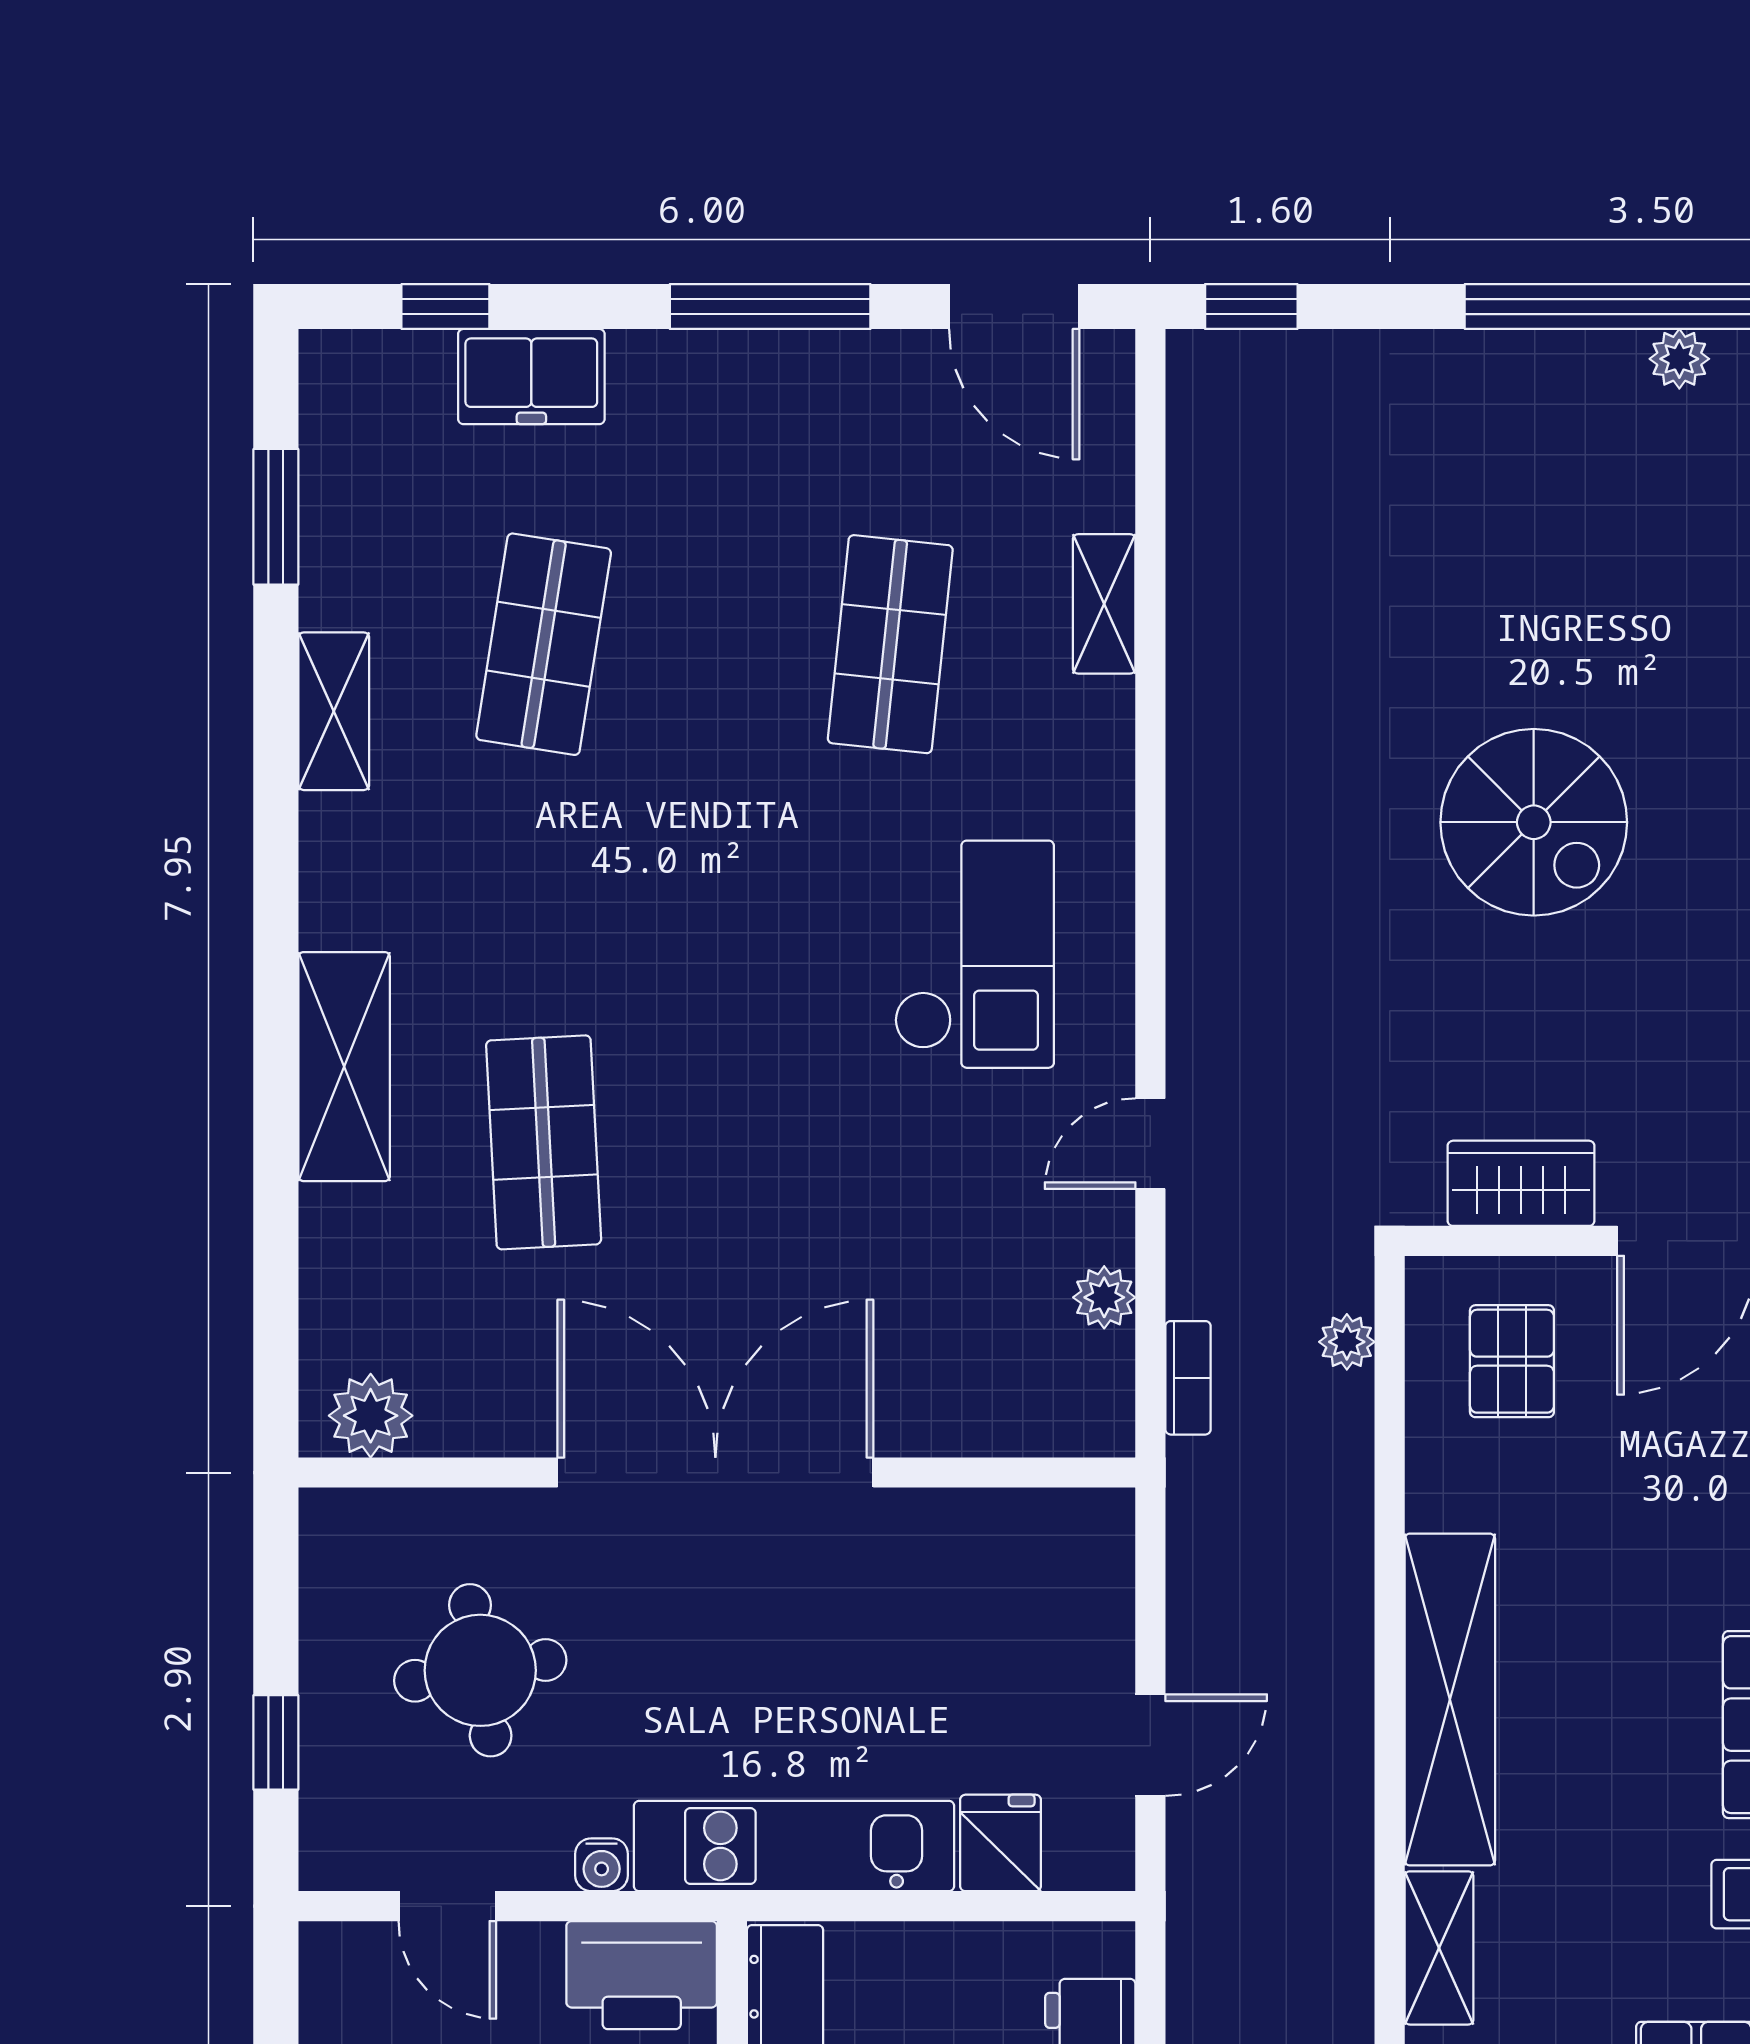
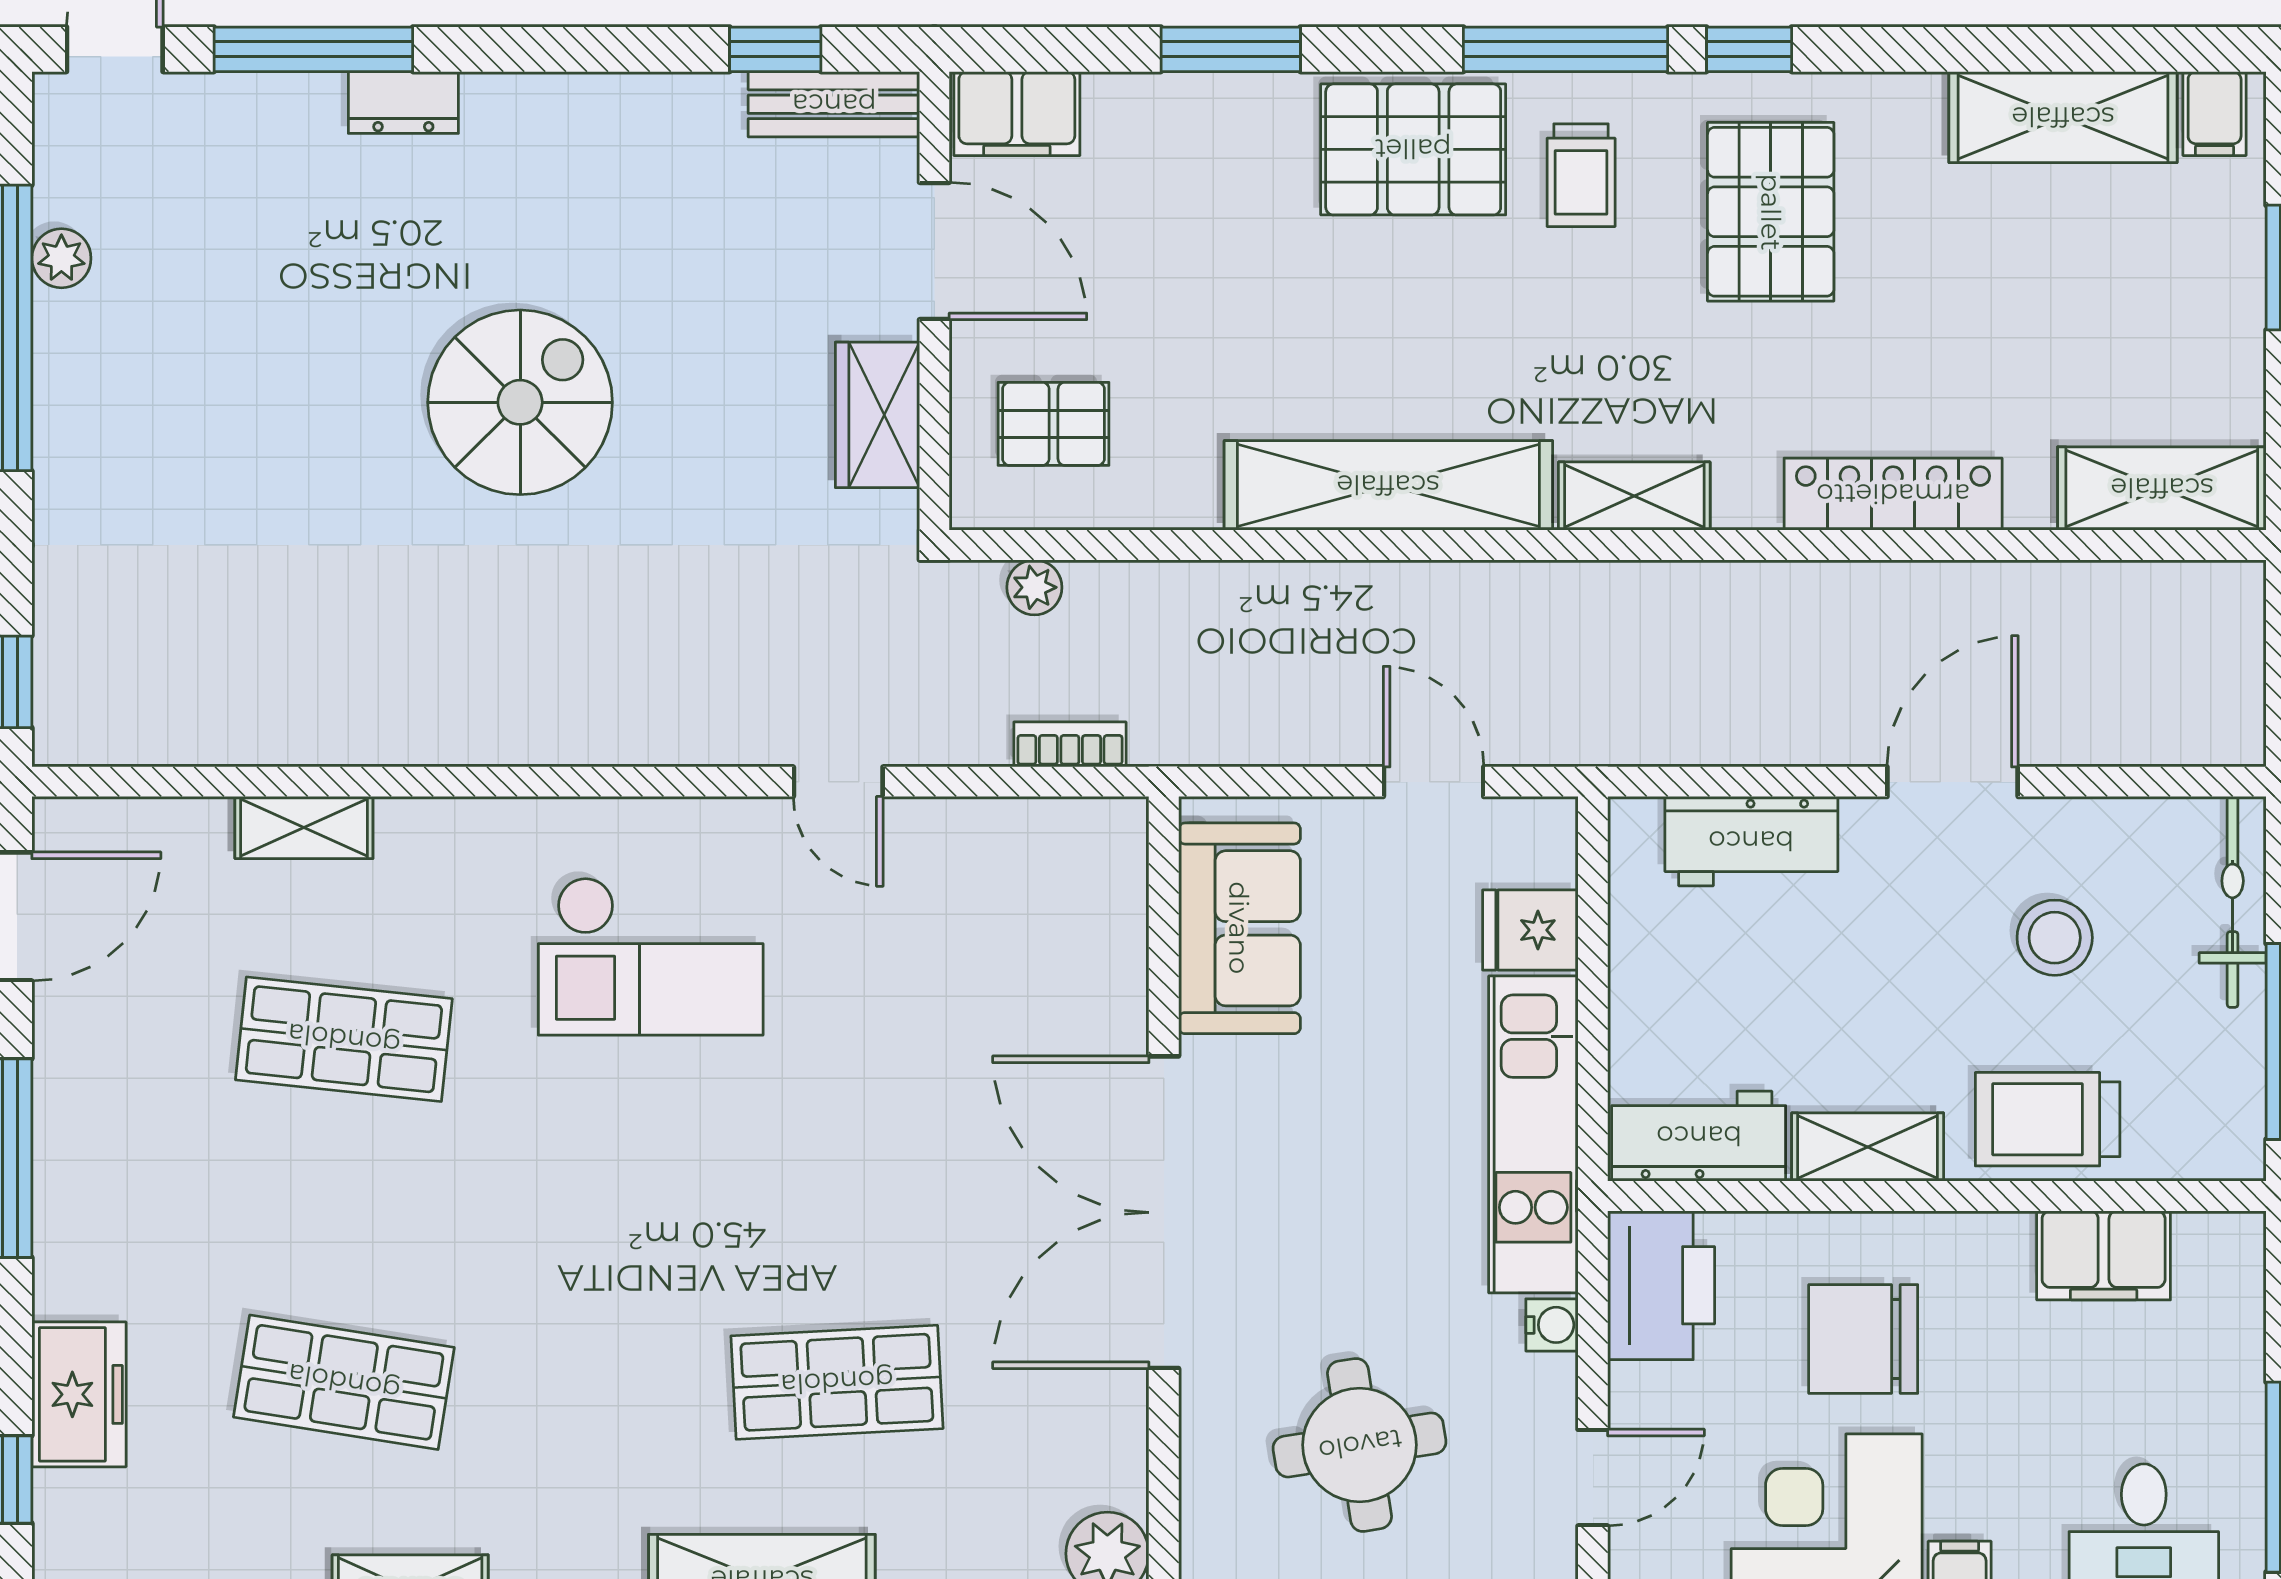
checkout: (974, 954) -> (651, 956), turned 180
plant: (1104, 1297) -> (990, 827), removed
sofa: (1002, 1549) -> (1239, 928), added

